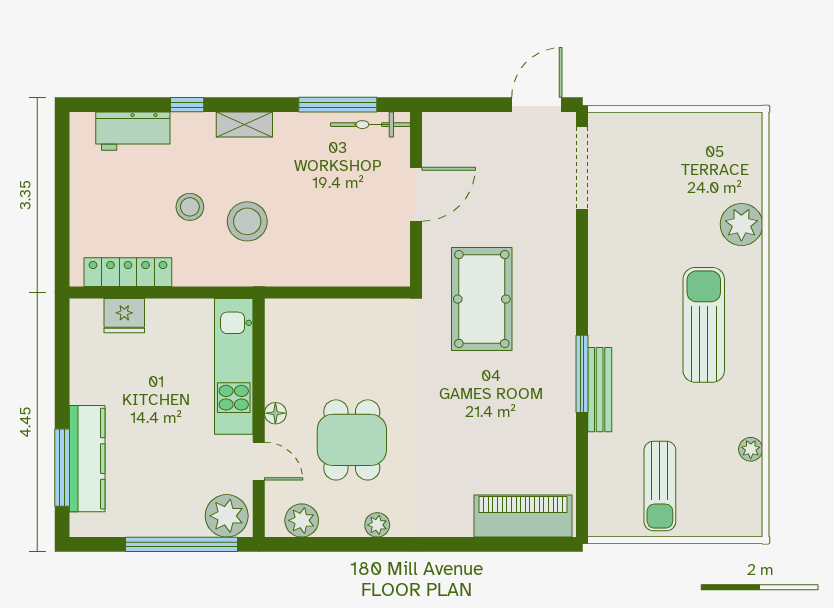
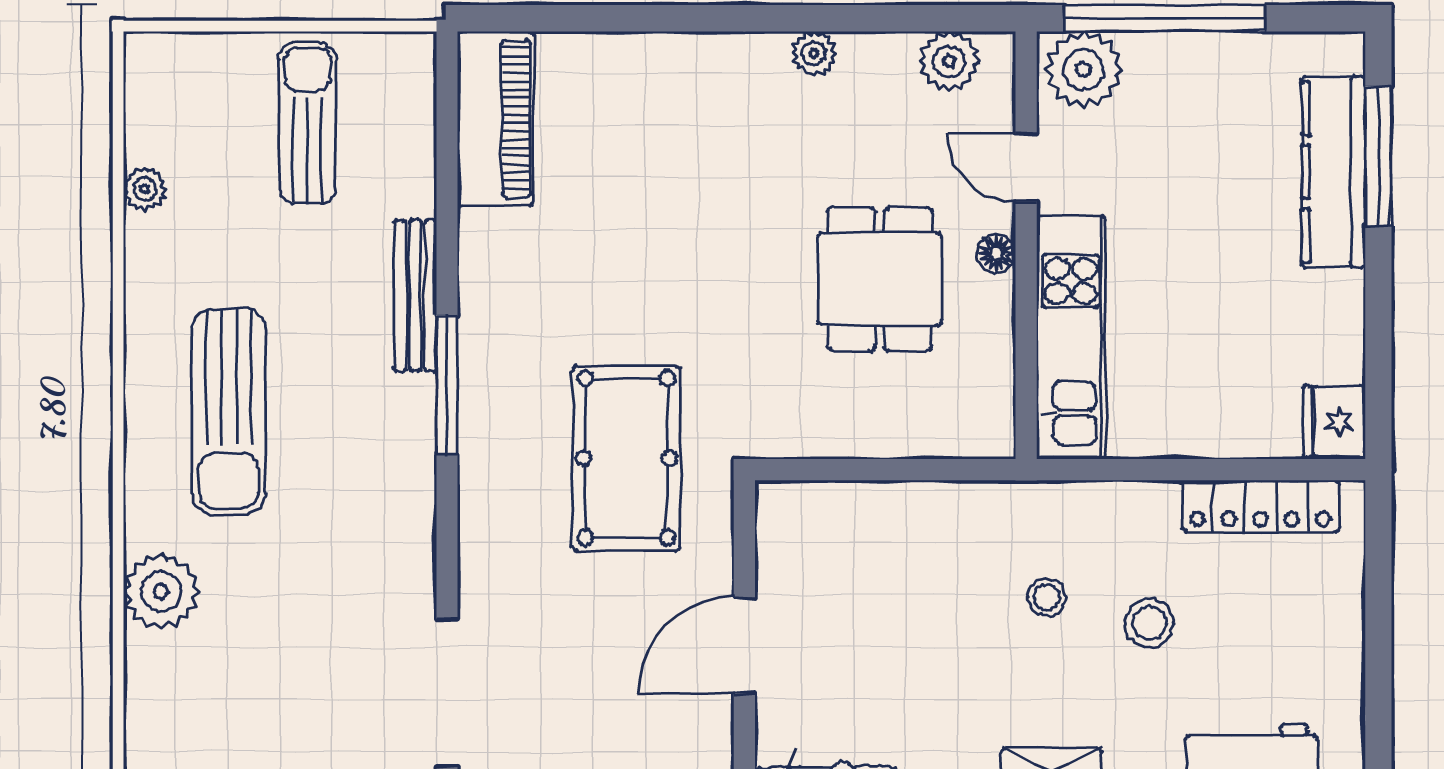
stool: (247, 221) -> (1047, 597), width x0.53, depth x0.53
fridge: (124, 316) -> (1334, 422), moved, turned -90
window: (582, 374) -> (447, 385), moved
dining table: (352, 440) -> (880, 279), moved
piano: (523, 516) -> (495, 119), moved, turned -90

